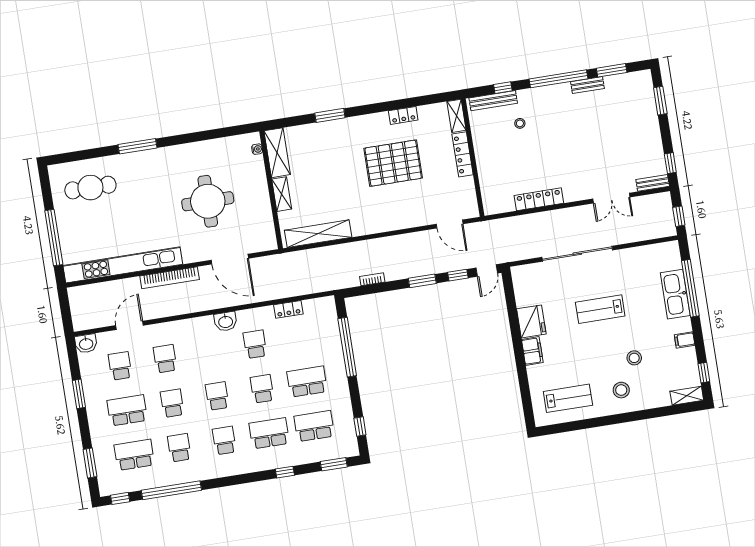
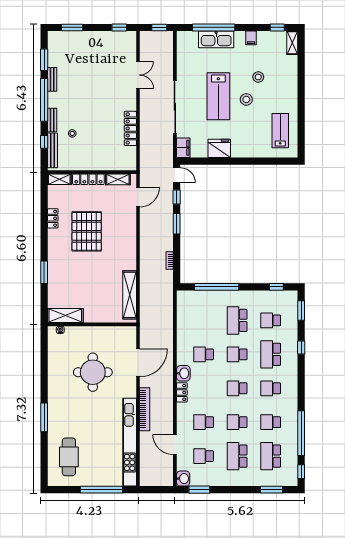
bench: (653, 183) -> (52, 120), moved
shelving: (282, 194) -> (118, 179), moved
locker: (288, 309) -> (182, 392), moved
lab bench: (600, 309) -> (218, 96), width x1.36, depth x1.39
filing cabinet: (532, 351) -> (183, 148), moved, turned 90
stool: (621, 390) -> (246, 99), moved
window: (79, 394) -> (199, 490), moved
school desk: (314, 426) -> (271, 320), width x0.54

